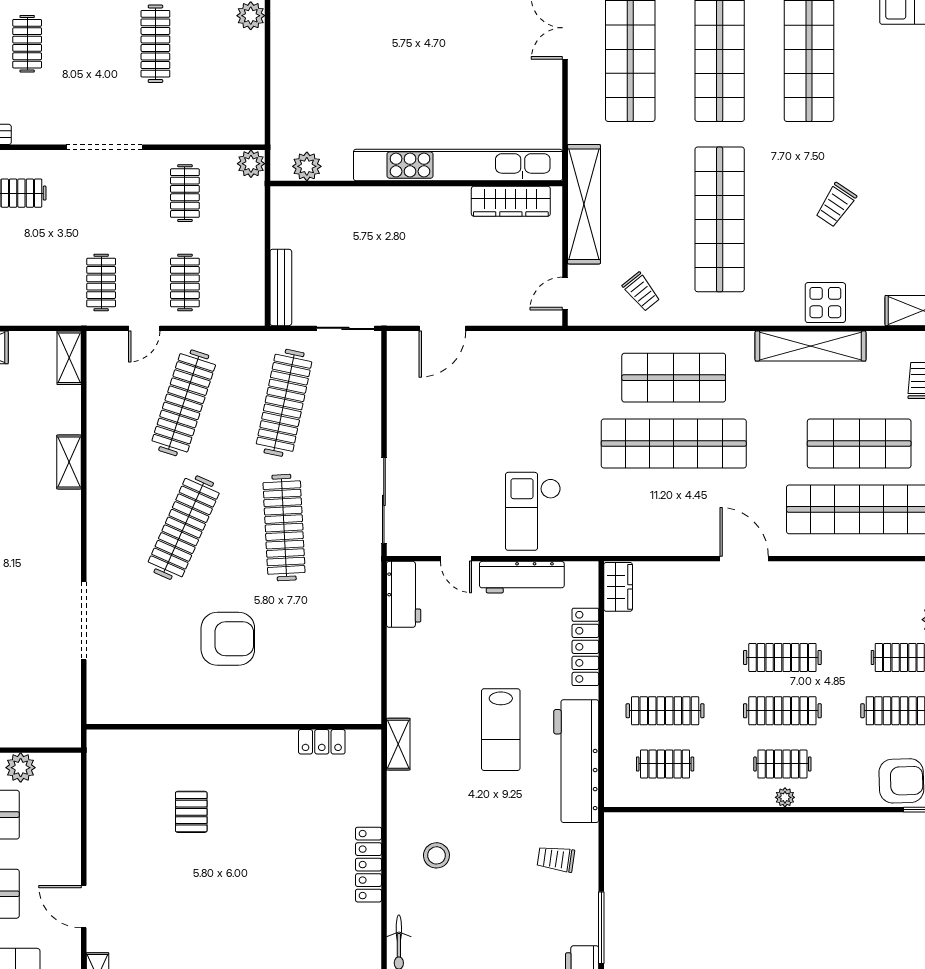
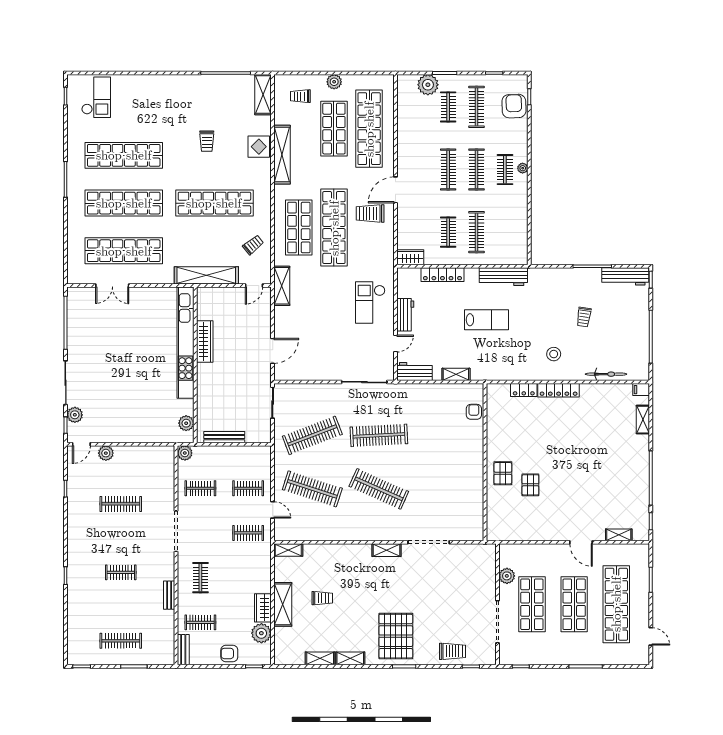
wardrobe: (511, 201) -> (205, 342), moved
trolley: (836, 205) -> (207, 141), turned 56
bench: (281, 287) -> (224, 437), moved
door: (565, 293) -> (254, 285), hinge flipped
door: (442, 328) -> (273, 351), hinge flipped
shelving: (564, 346) -> (282, 286), added
clothes rail: (284, 403) -> (312, 435), turned -33
shelving: (69, 462) -> (387, 550), moved
checkout: (533, 511) -> (370, 303), turned 90
trolley: (700, 511) -> (370, 213), added
workbench: (522, 577) -> (405, 315), width x0.73
armchair: (228, 639) -> (474, 412), moved, width x0.53, depth x0.53
locker: (322, 742) -> (524, 390), moved, turned 90
shelving: (398, 744) -> (456, 374), moved
pallet: (213, 760) -> (503, 473), added
workbench: (576, 761) -> (503, 277), width x0.73, depth x0.76
clothes rail: (665, 764) -> (448, 232), moved
pallet: (191, 812) -> (530, 485), turned 90
trolley: (556, 859) -> (584, 317), moved
door: (84, 907) -> (581, 542), hinge flipped

